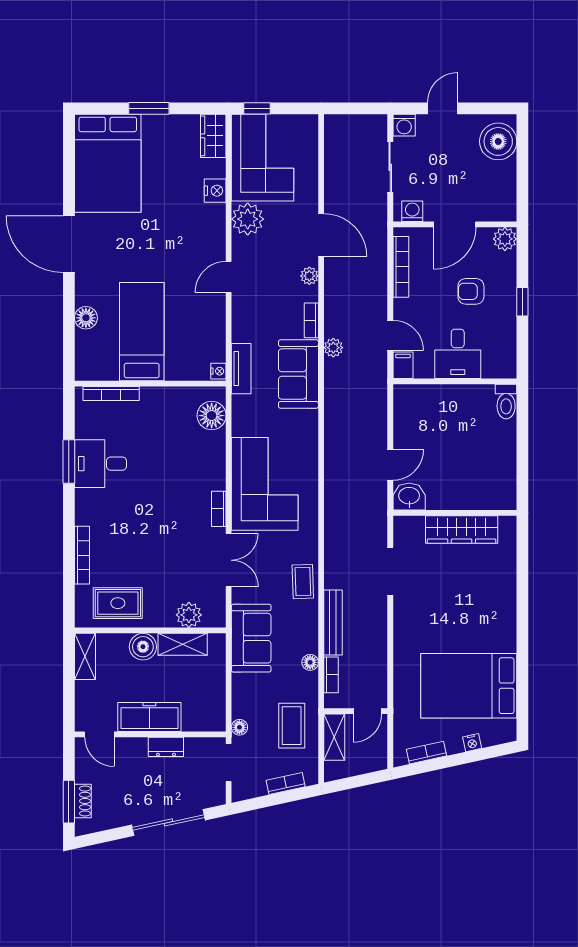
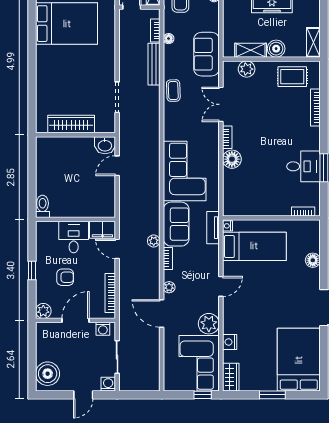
bed: (142, 332) -> (254, 246), moved, turned -90
filing cabinet: (403, 365) -> (102, 230), width x2.00
bookcase: (111, 394) -> (303, 211), width x0.64
floor lamp: (212, 416) -> (232, 159), moved
corner sofa: (265, 484) -> (185, 171), moved, turned 180

